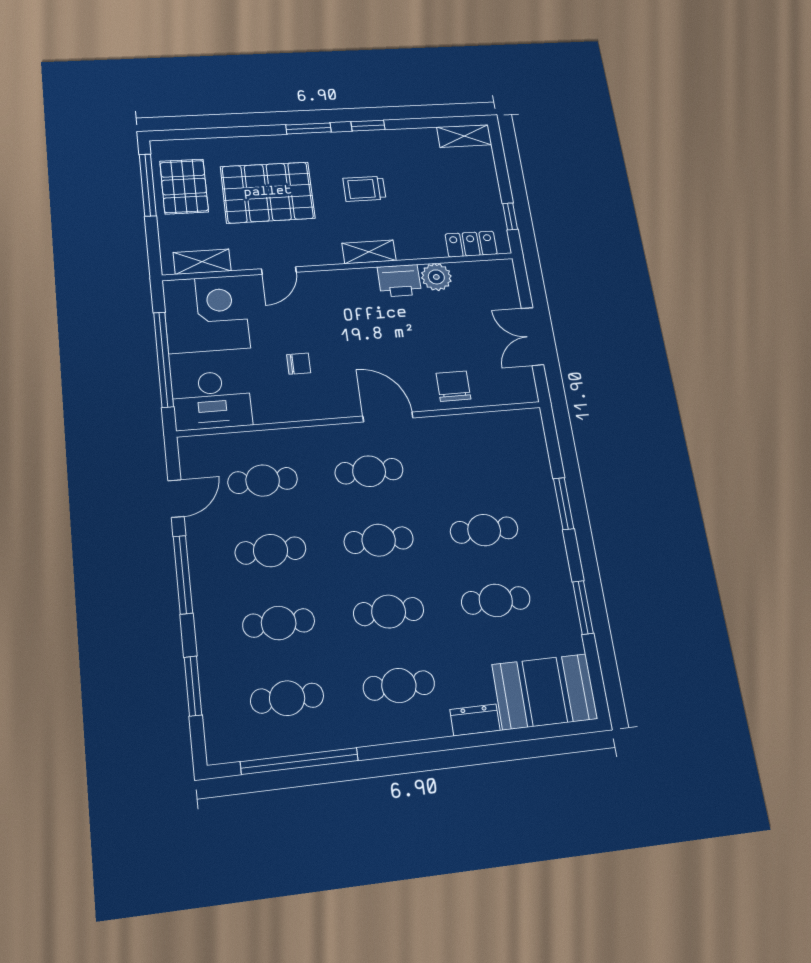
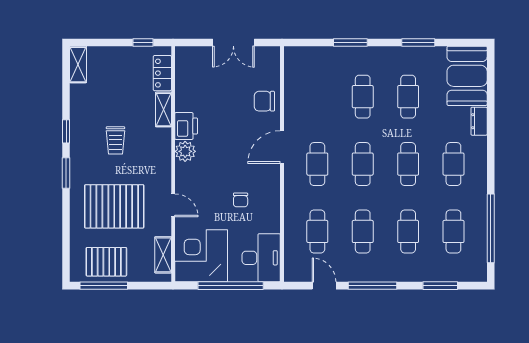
pallet: (268, 192) -> (114, 206), turned 90
shelving: (369, 252) -> (163, 110), moved
plant: (436, 277) -> (185, 151), moved
chair: (299, 364) -> (241, 200), turned 180

